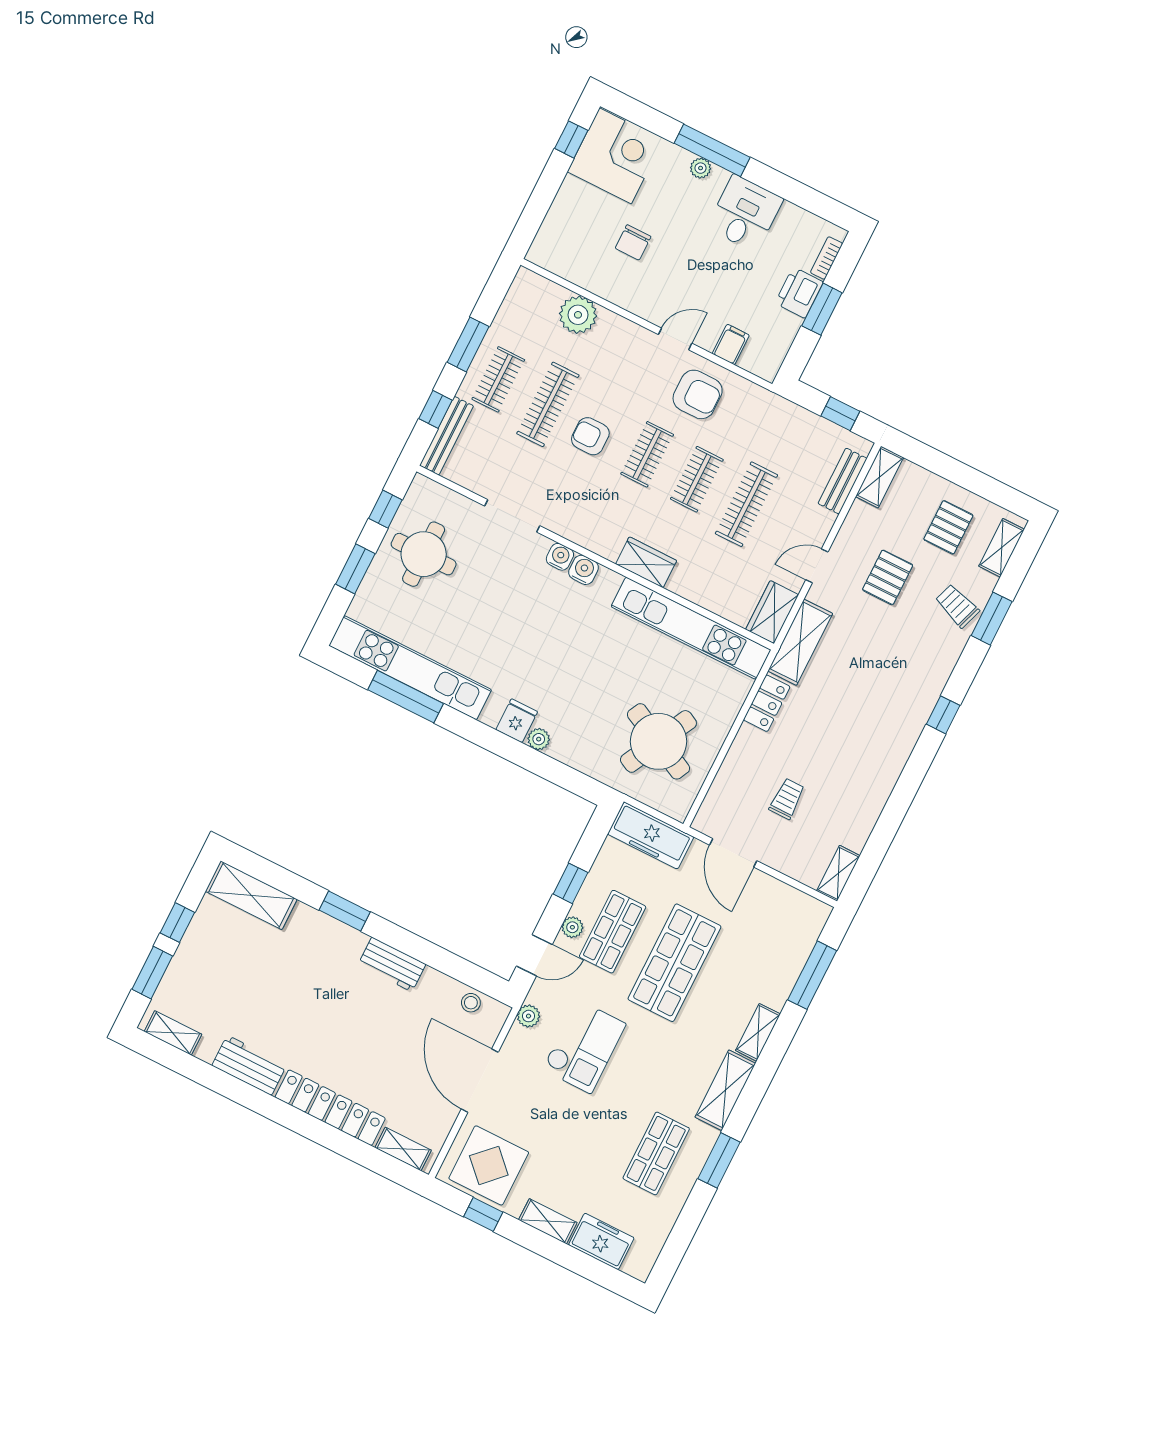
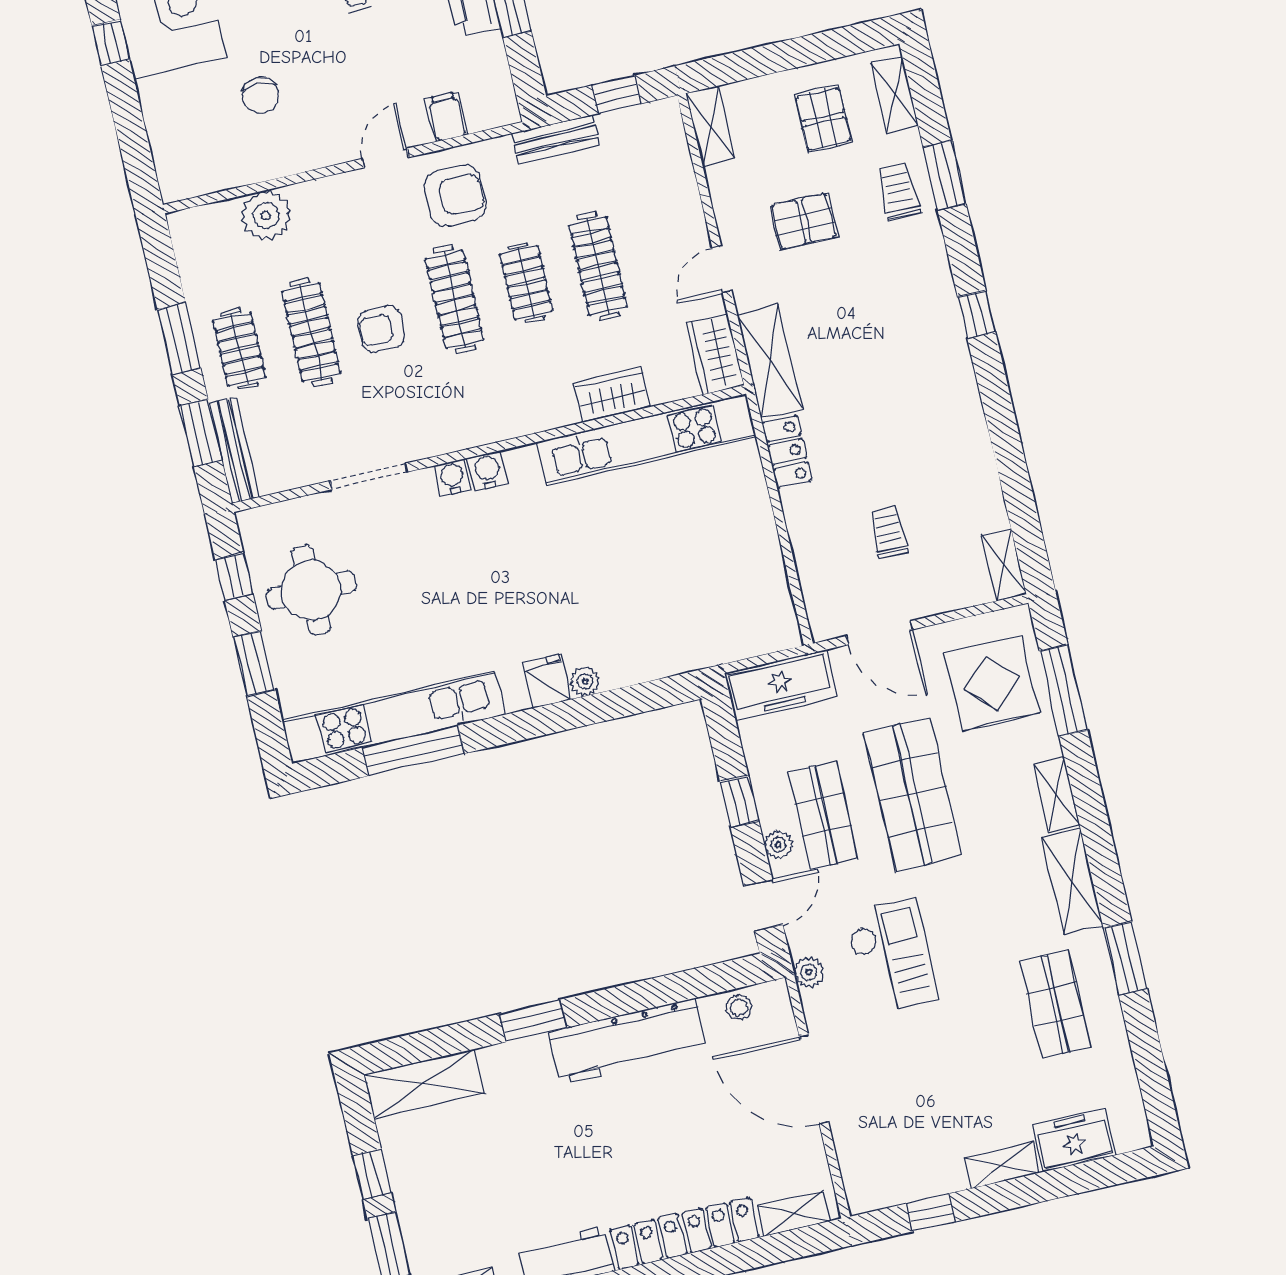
window: (435, 409) -> (201, 433), width x1.50
clothes rail: (647, 454) -> (455, 299), width x1.36
bench: (843, 481) -> (556, 139), moved, turned 90
wardrobe: (646, 562) -> (612, 395), moved
pallet: (888, 577) -> (804, 221), turned 90
trolley: (957, 606) -> (899, 191), turned 71
round table: (658, 741) -> (709, 582), removed
workbench: (392, 964) -> (627, 1042), width x1.88, depth x1.32
display table: (489, 1165) -> (992, 683), moved

